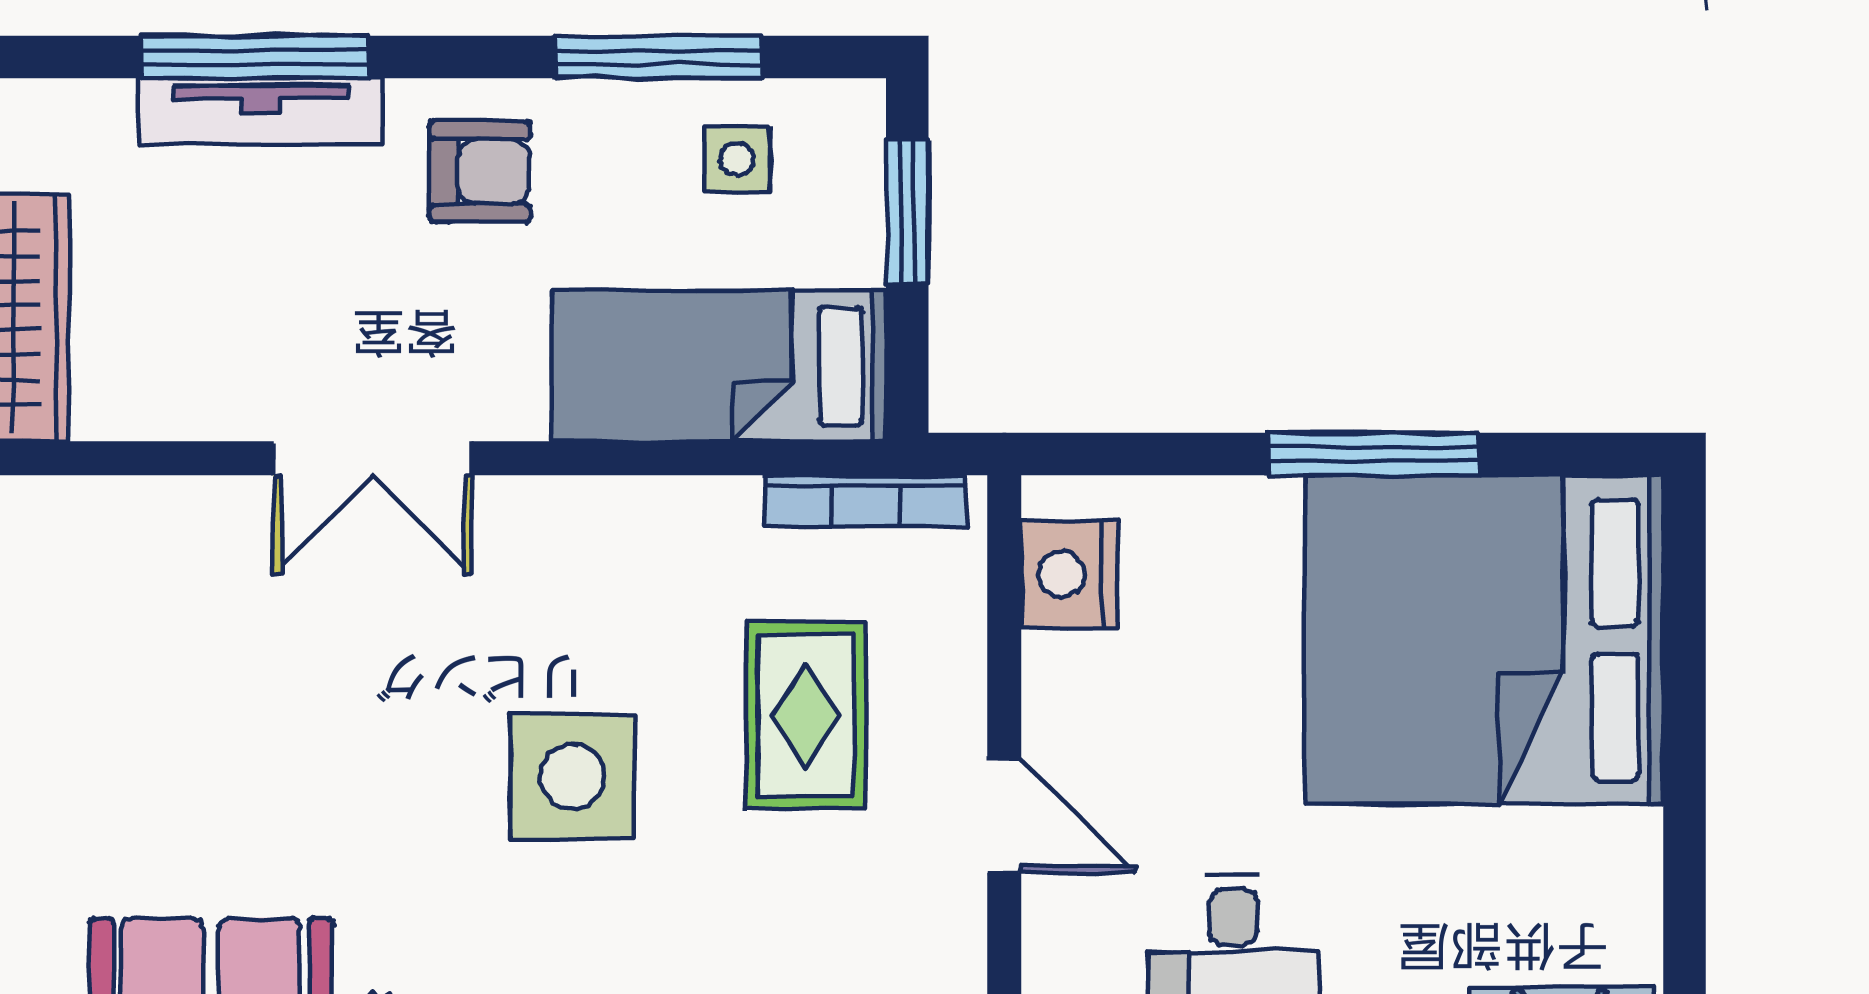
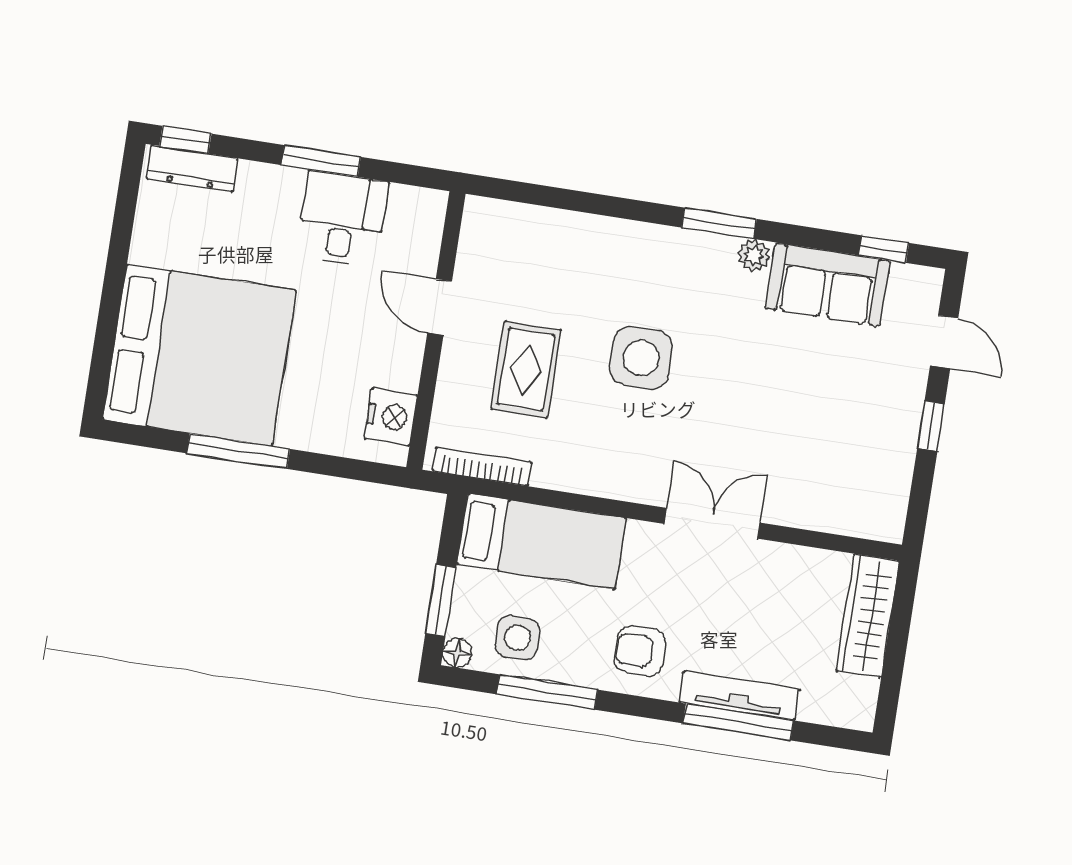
floor lamp: (856, 108) -> (457, 653), added
side table: (737, 159) -> (518, 638), width x1.37, depth x1.37

